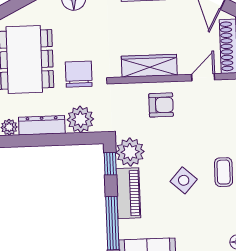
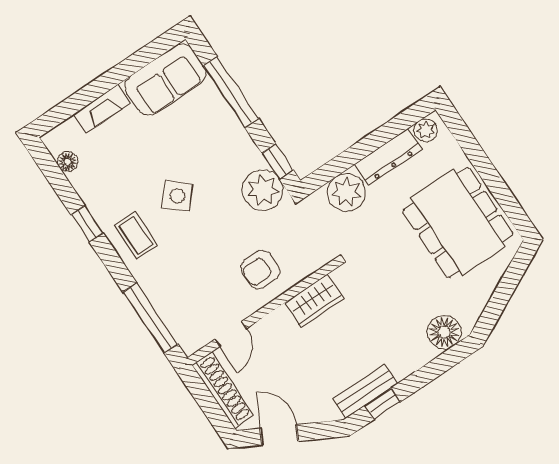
wardrobe: (149, 66) -> (314, 301), width x0.67
chair: (79, 74) -> (382, 245), removed
piano: (128, 193) -> (234, 140), removed

